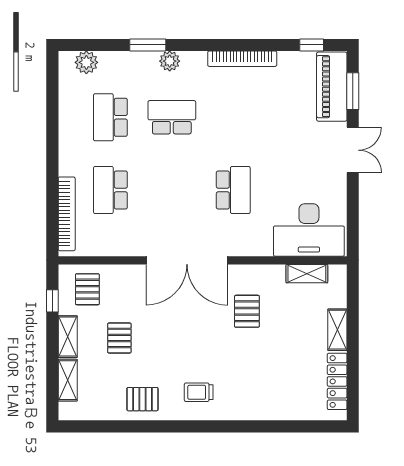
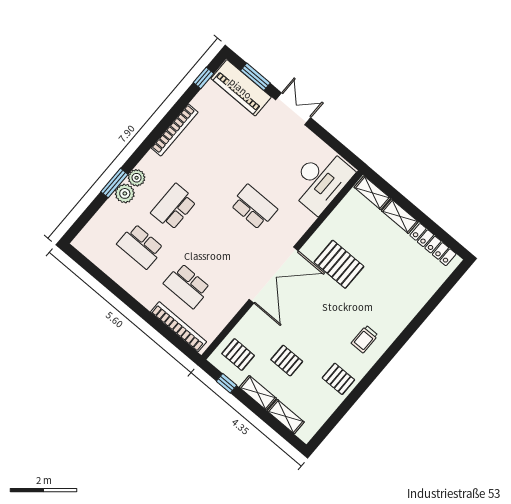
plant: (86, 62) -> (125, 193), moved
shelving: (307, 274) -> (372, 193), moved, turned 90
pallet: (247, 311) -> (339, 264), width x1.50, depth x1.42
pallet: (142, 399) -> (338, 379), turned 90

